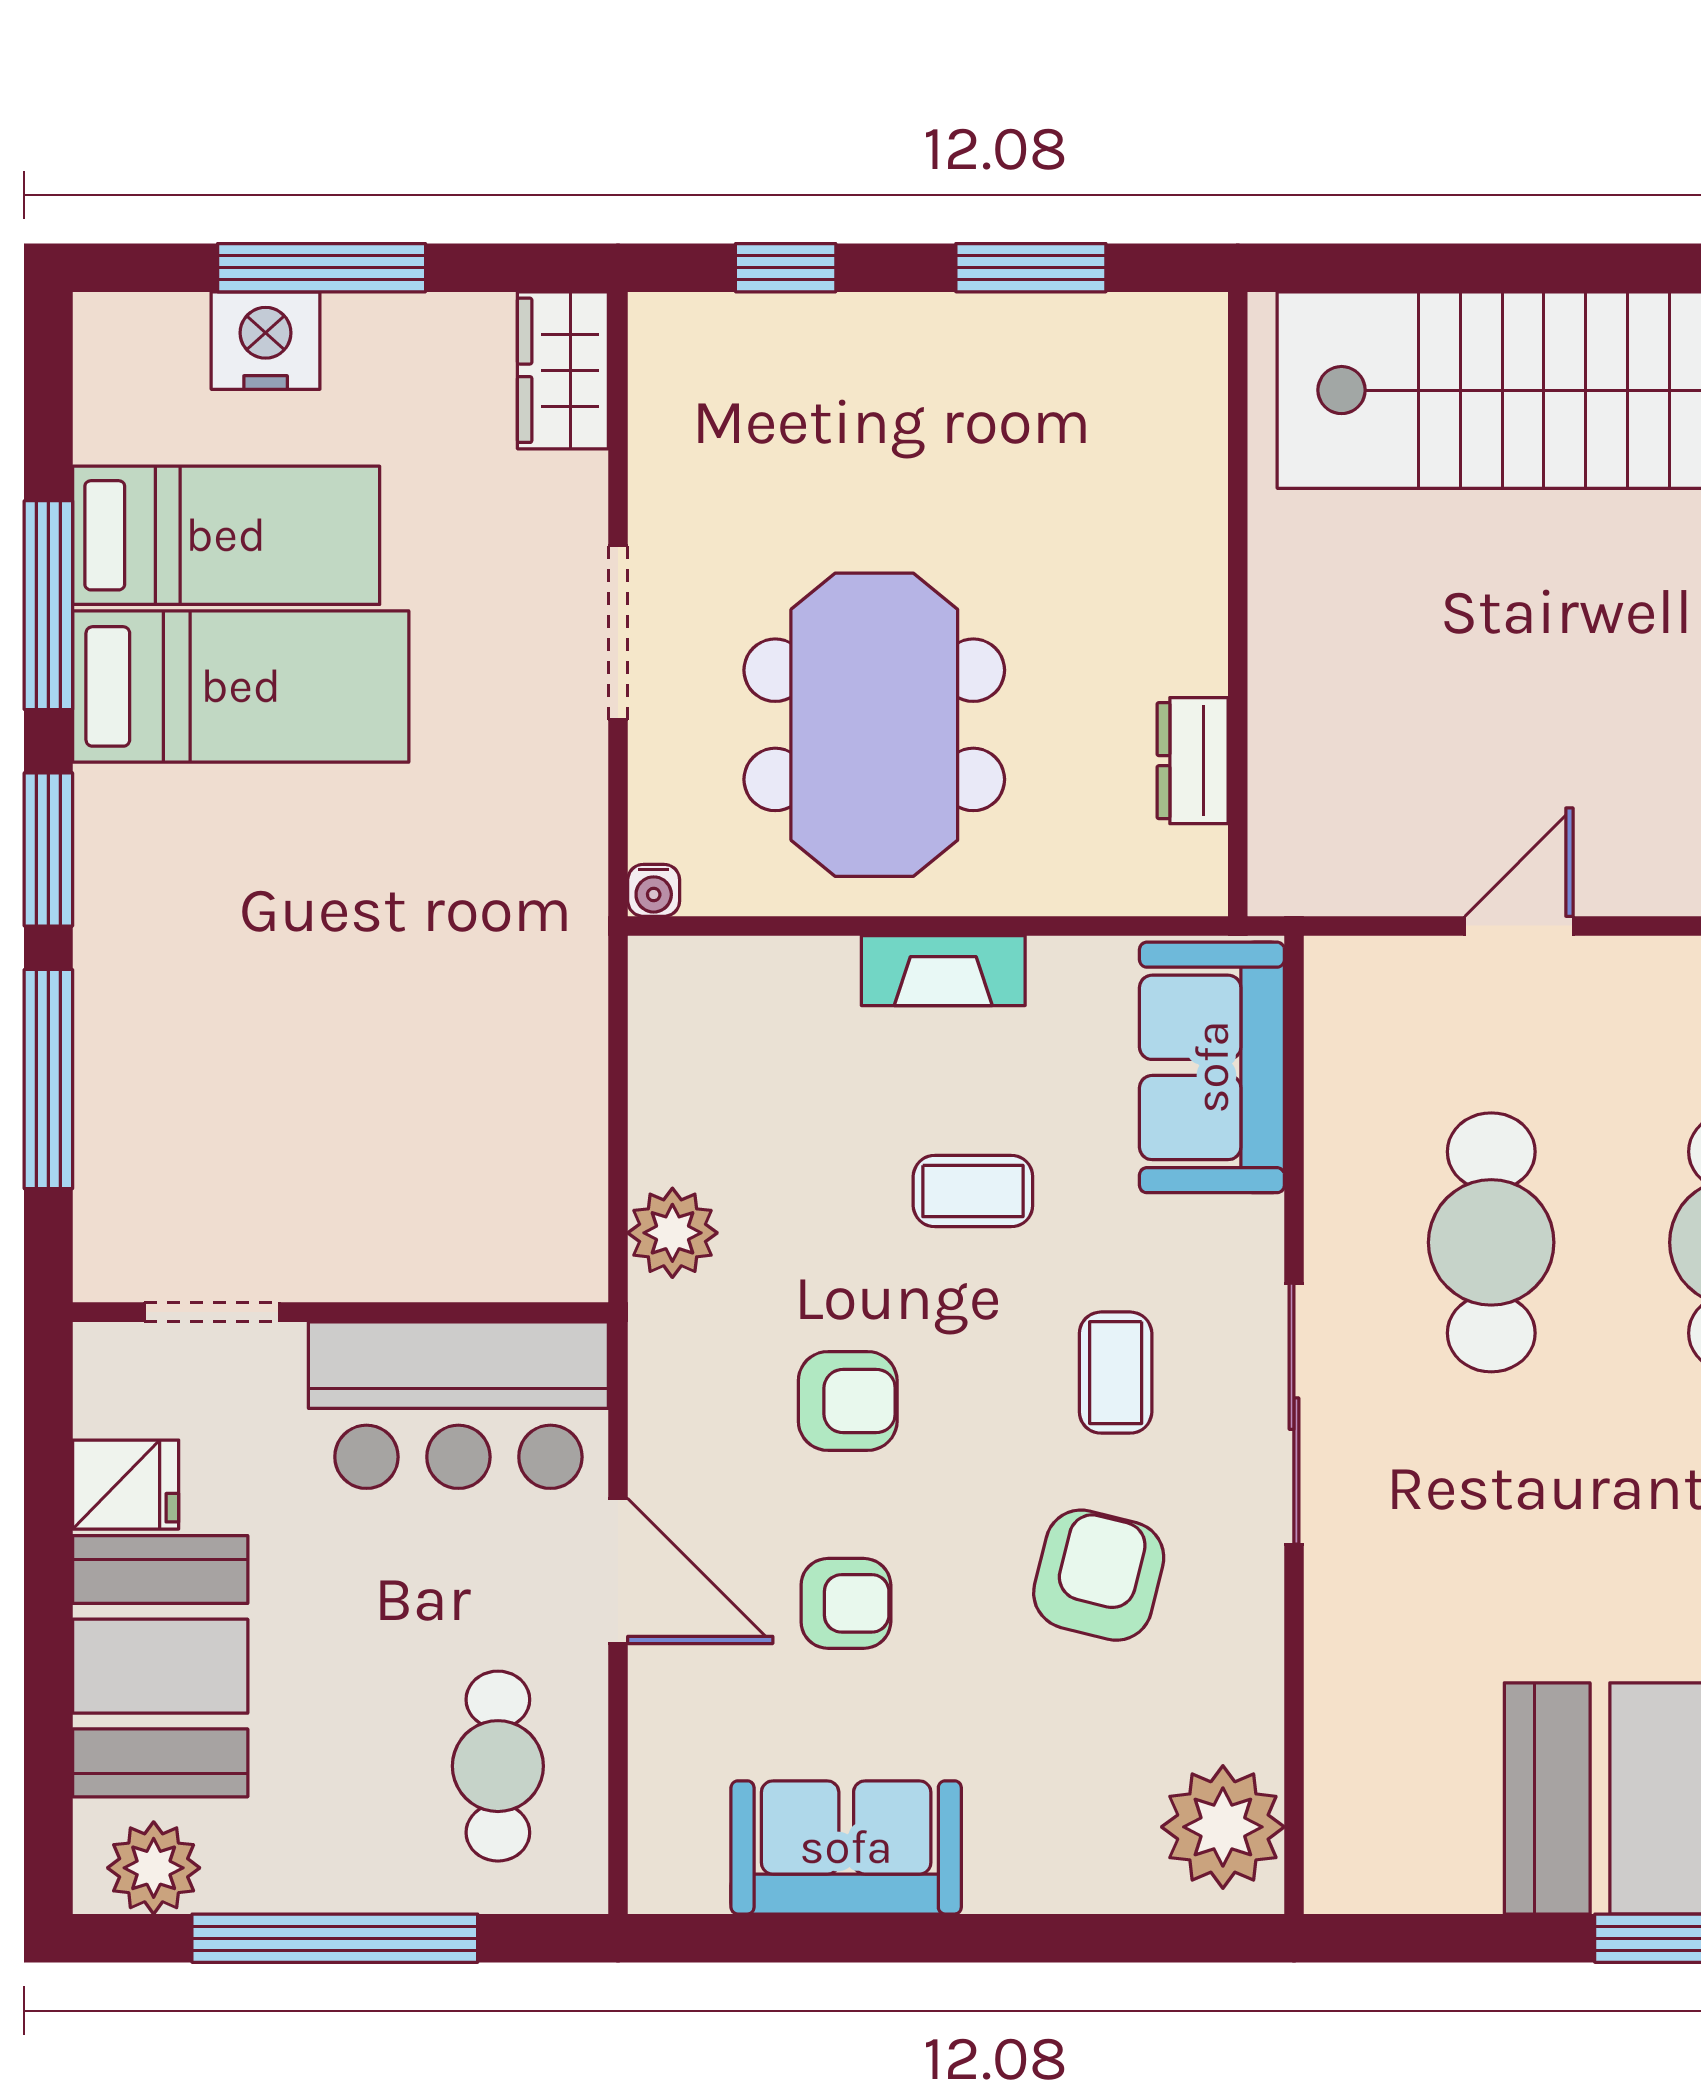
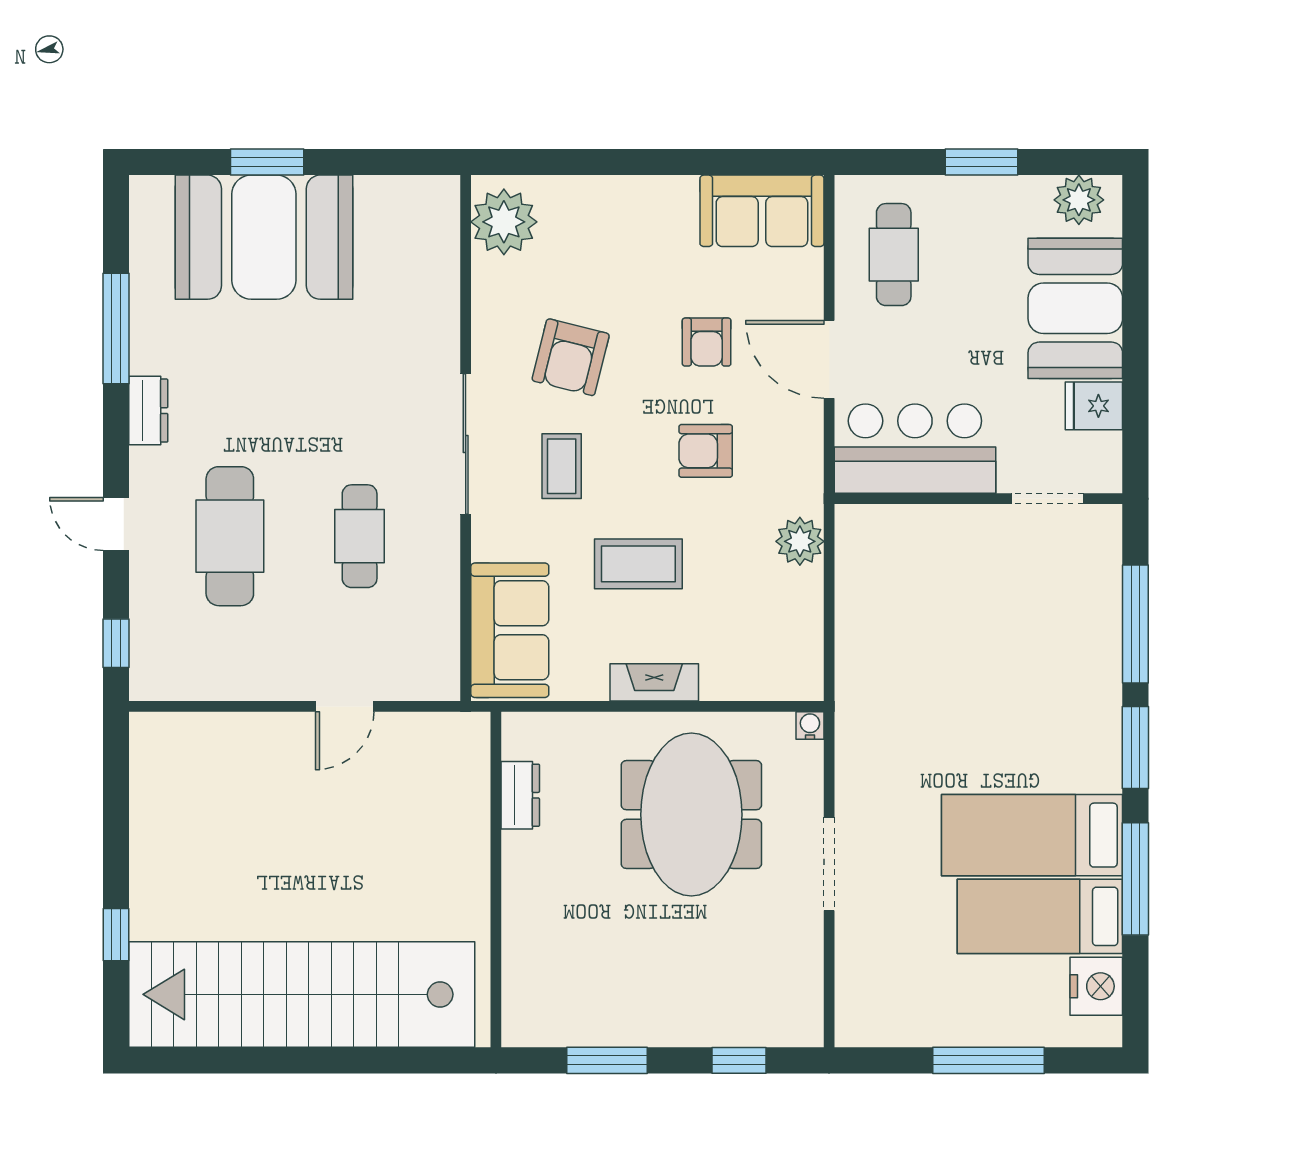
nightstand: (266, 341) -> (1096, 986), moved, turned -90
wardrobe: (563, 370) -> (859, 1005), removed
coffee table: (973, 1191) -> (638, 564), width x1.36, depth x1.30
cafe table: (1491, 1242) -> (360, 536), width x0.73, depth x0.74
armchair: (846, 1603) -> (707, 342), turned -90
sofa: (846, 1847) -> (762, 211), moved
window: (335, 1938) -> (981, 162), width x0.47

